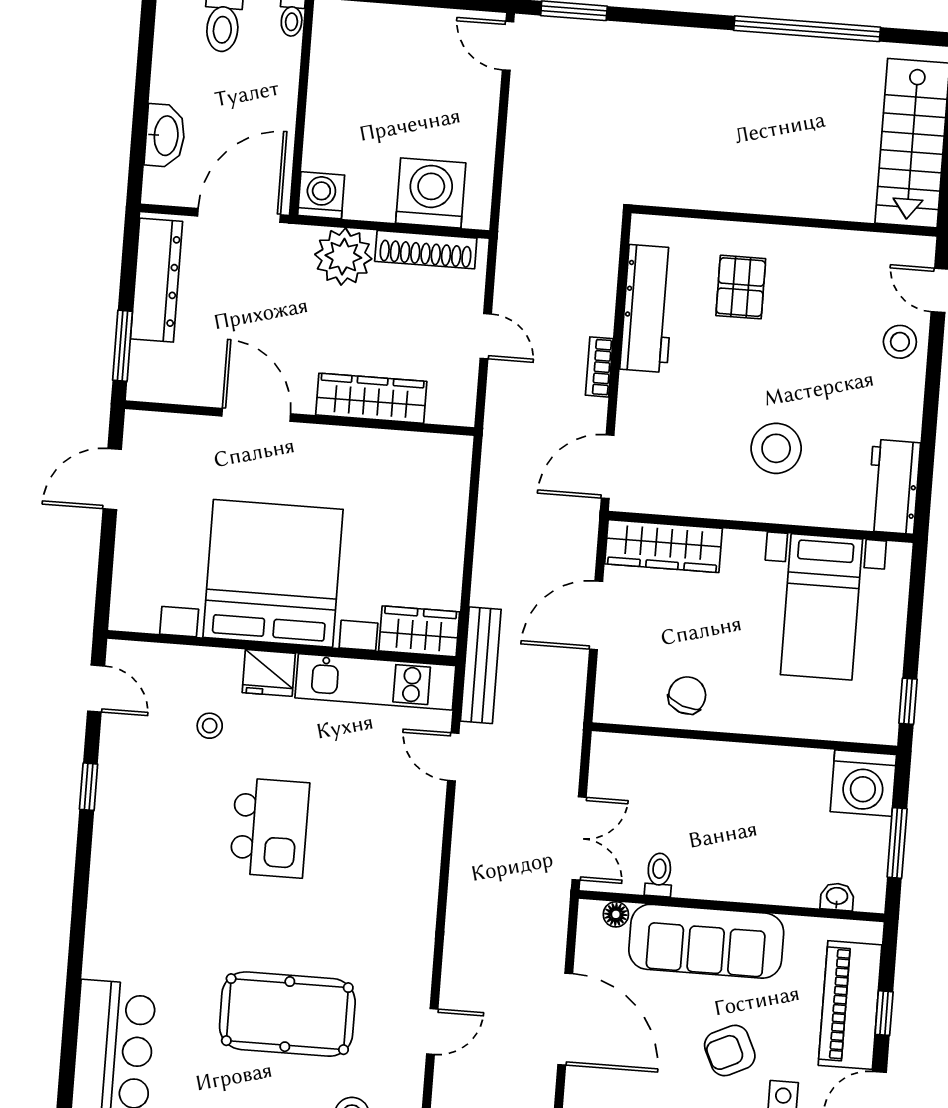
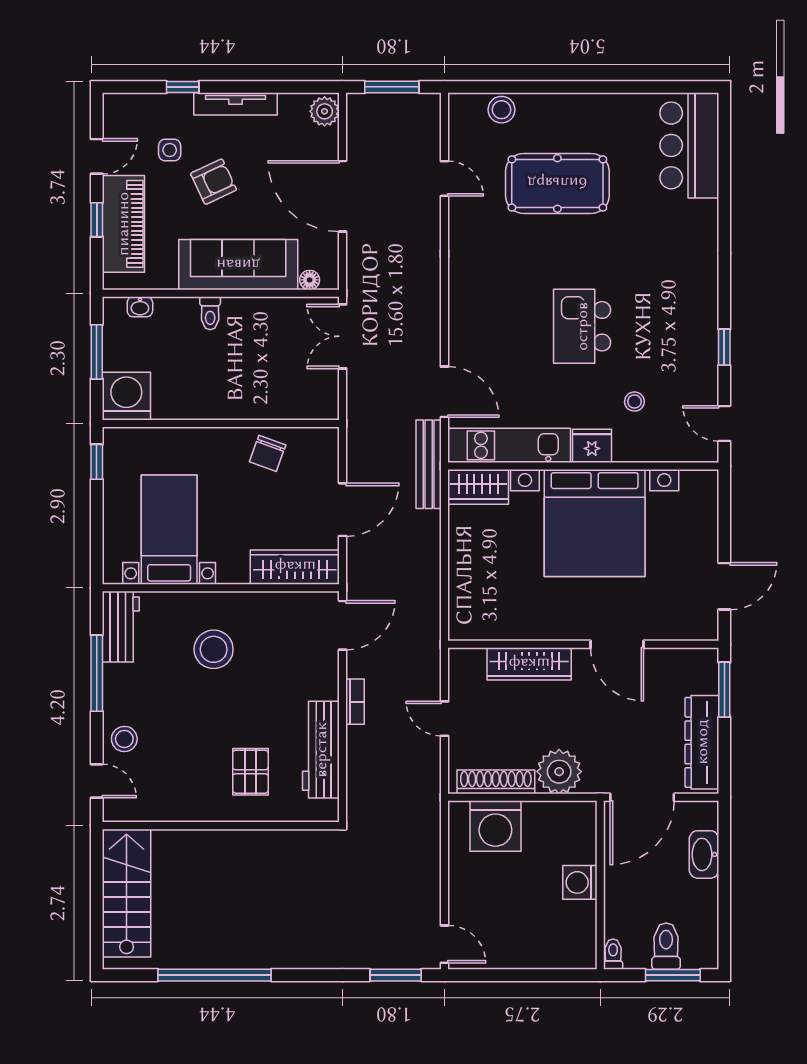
washing machine: (321, 195) -> (580, 882), moved, turned 90
window: (929, 429) -> (97, 673), added
door: (453, 757) -> (445, 392), width x1.38
toilet: (659, 875) -> (210, 313), moved
door: (432, 1032) -> (445, 179), swing flipped

